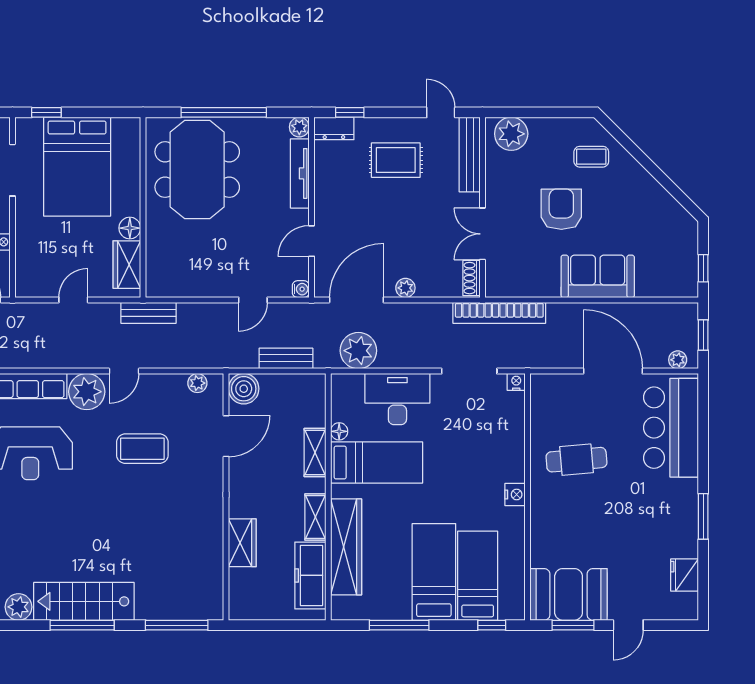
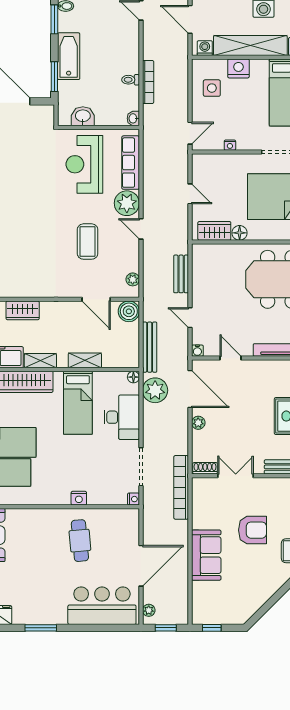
bench: (148, 313) -> (181, 274), moved
bench: (286, 358) -> (150, 347), width x1.36
floor lamp: (339, 431) -> (133, 377), moved
nightstand: (515, 494) -> (79, 498), moved

